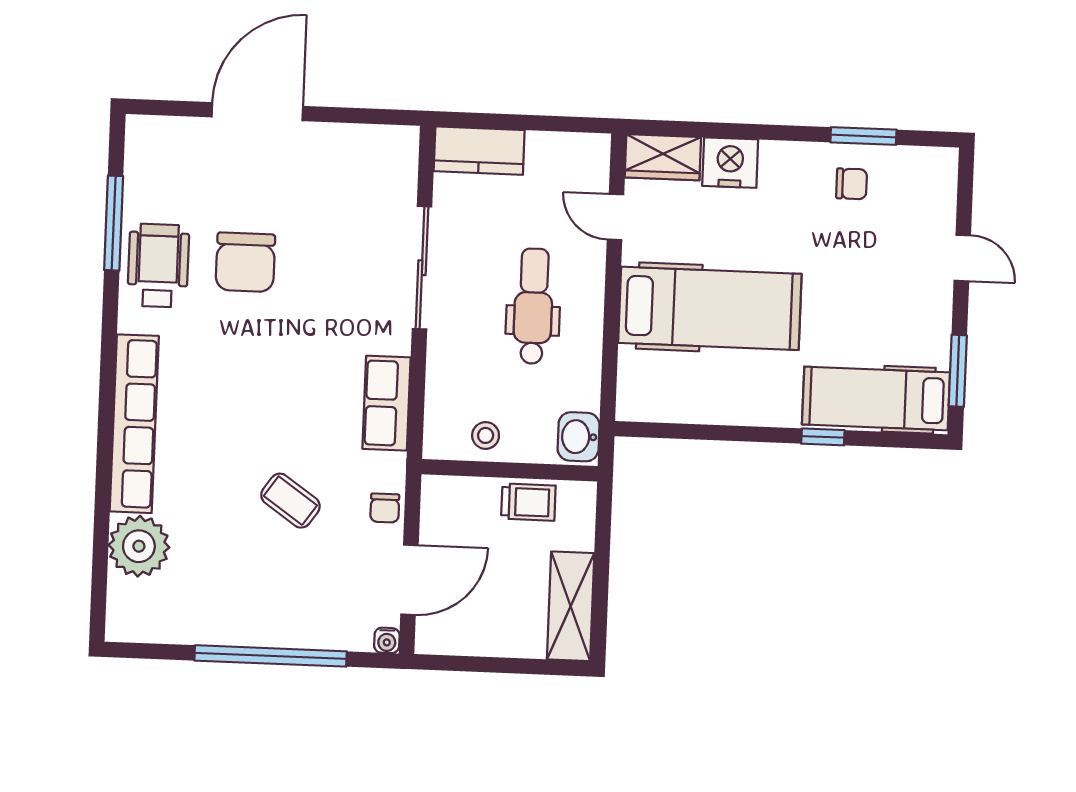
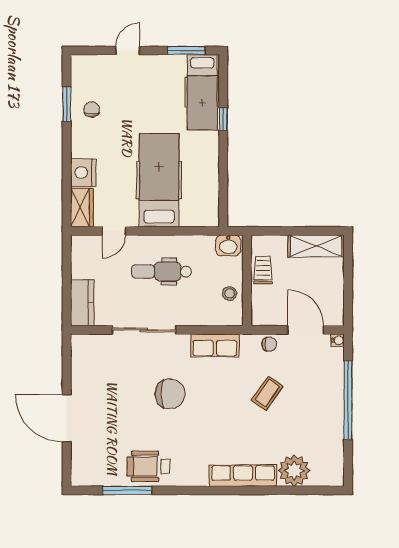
chair: (245, 262) -> (170, 394), moved
row of seats: (134, 424) -> (243, 476), width x0.73

